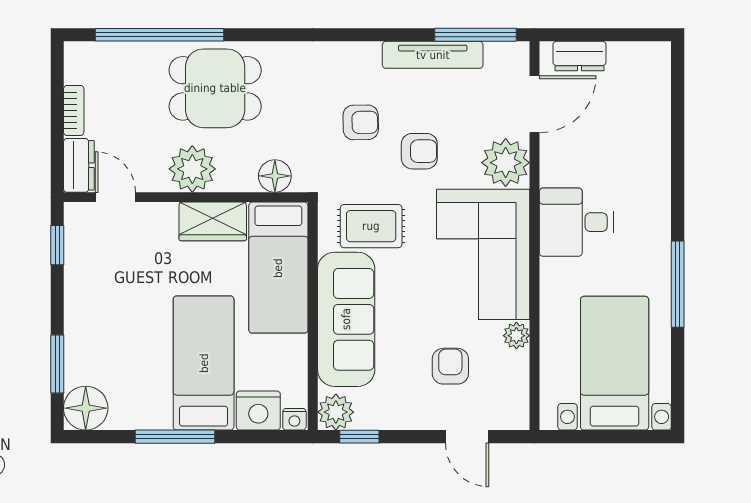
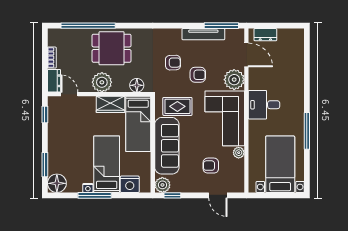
door: (535, 104) -> (246, 55), hinge flipped
armchair: (450, 366) -> (211, 166), turned -90
nightstand: (294, 419) -> (88, 188), moved

